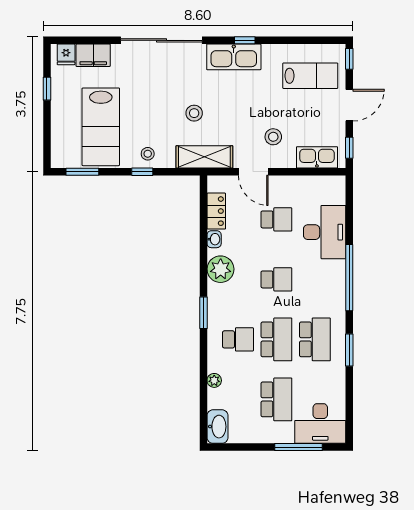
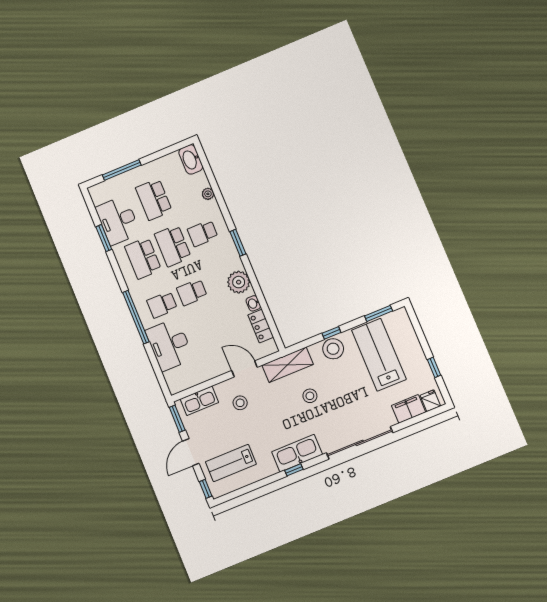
window: (349, 148) -> (177, 419), width x1.50
stool: (148, 154) -> (333, 349), width x1.89, depth x1.89
school desk: (276, 219) -> (162, 305), moved
window: (349, 350) -> (104, 238), moved
desk: (320, 424) -> (118, 220), moved, turned -90

